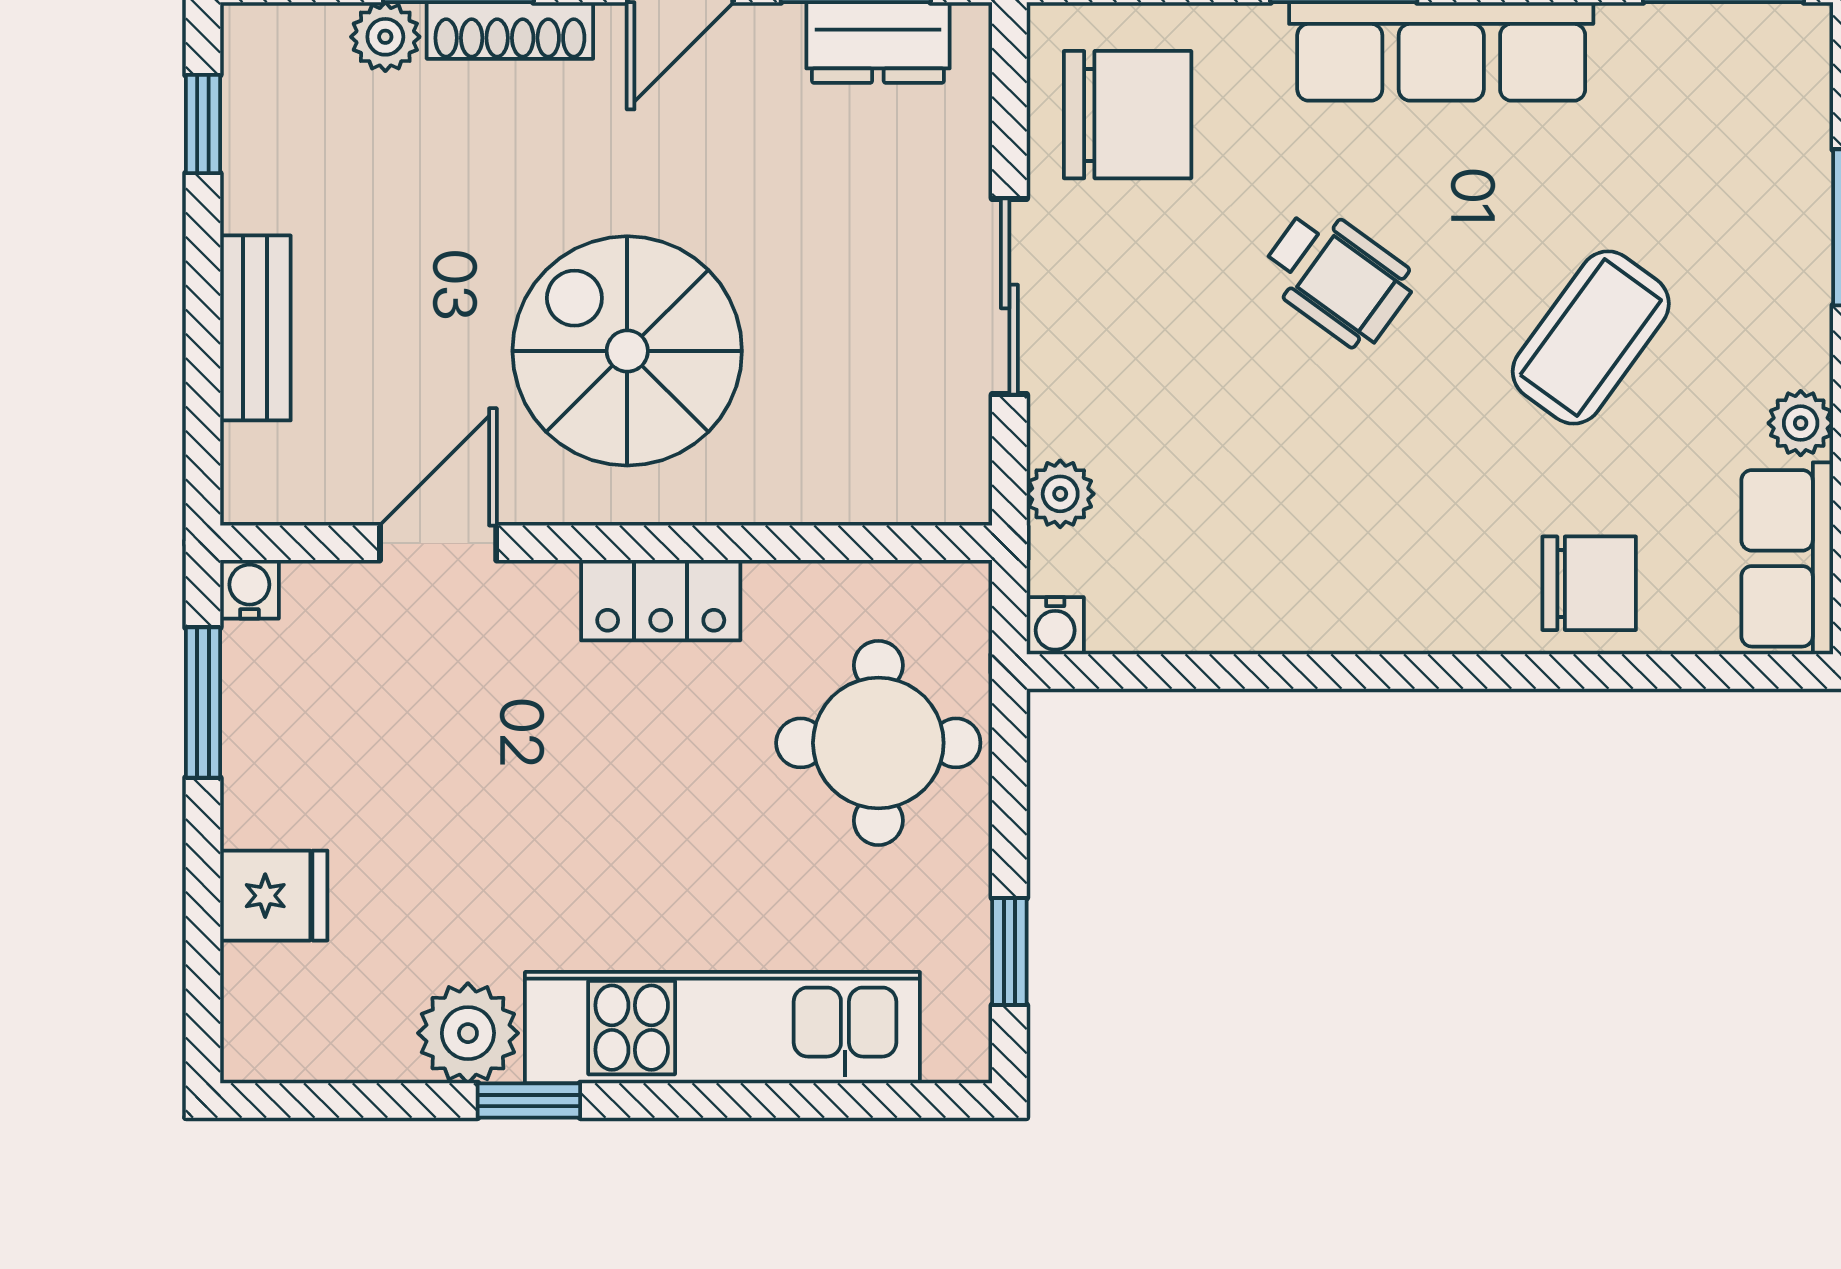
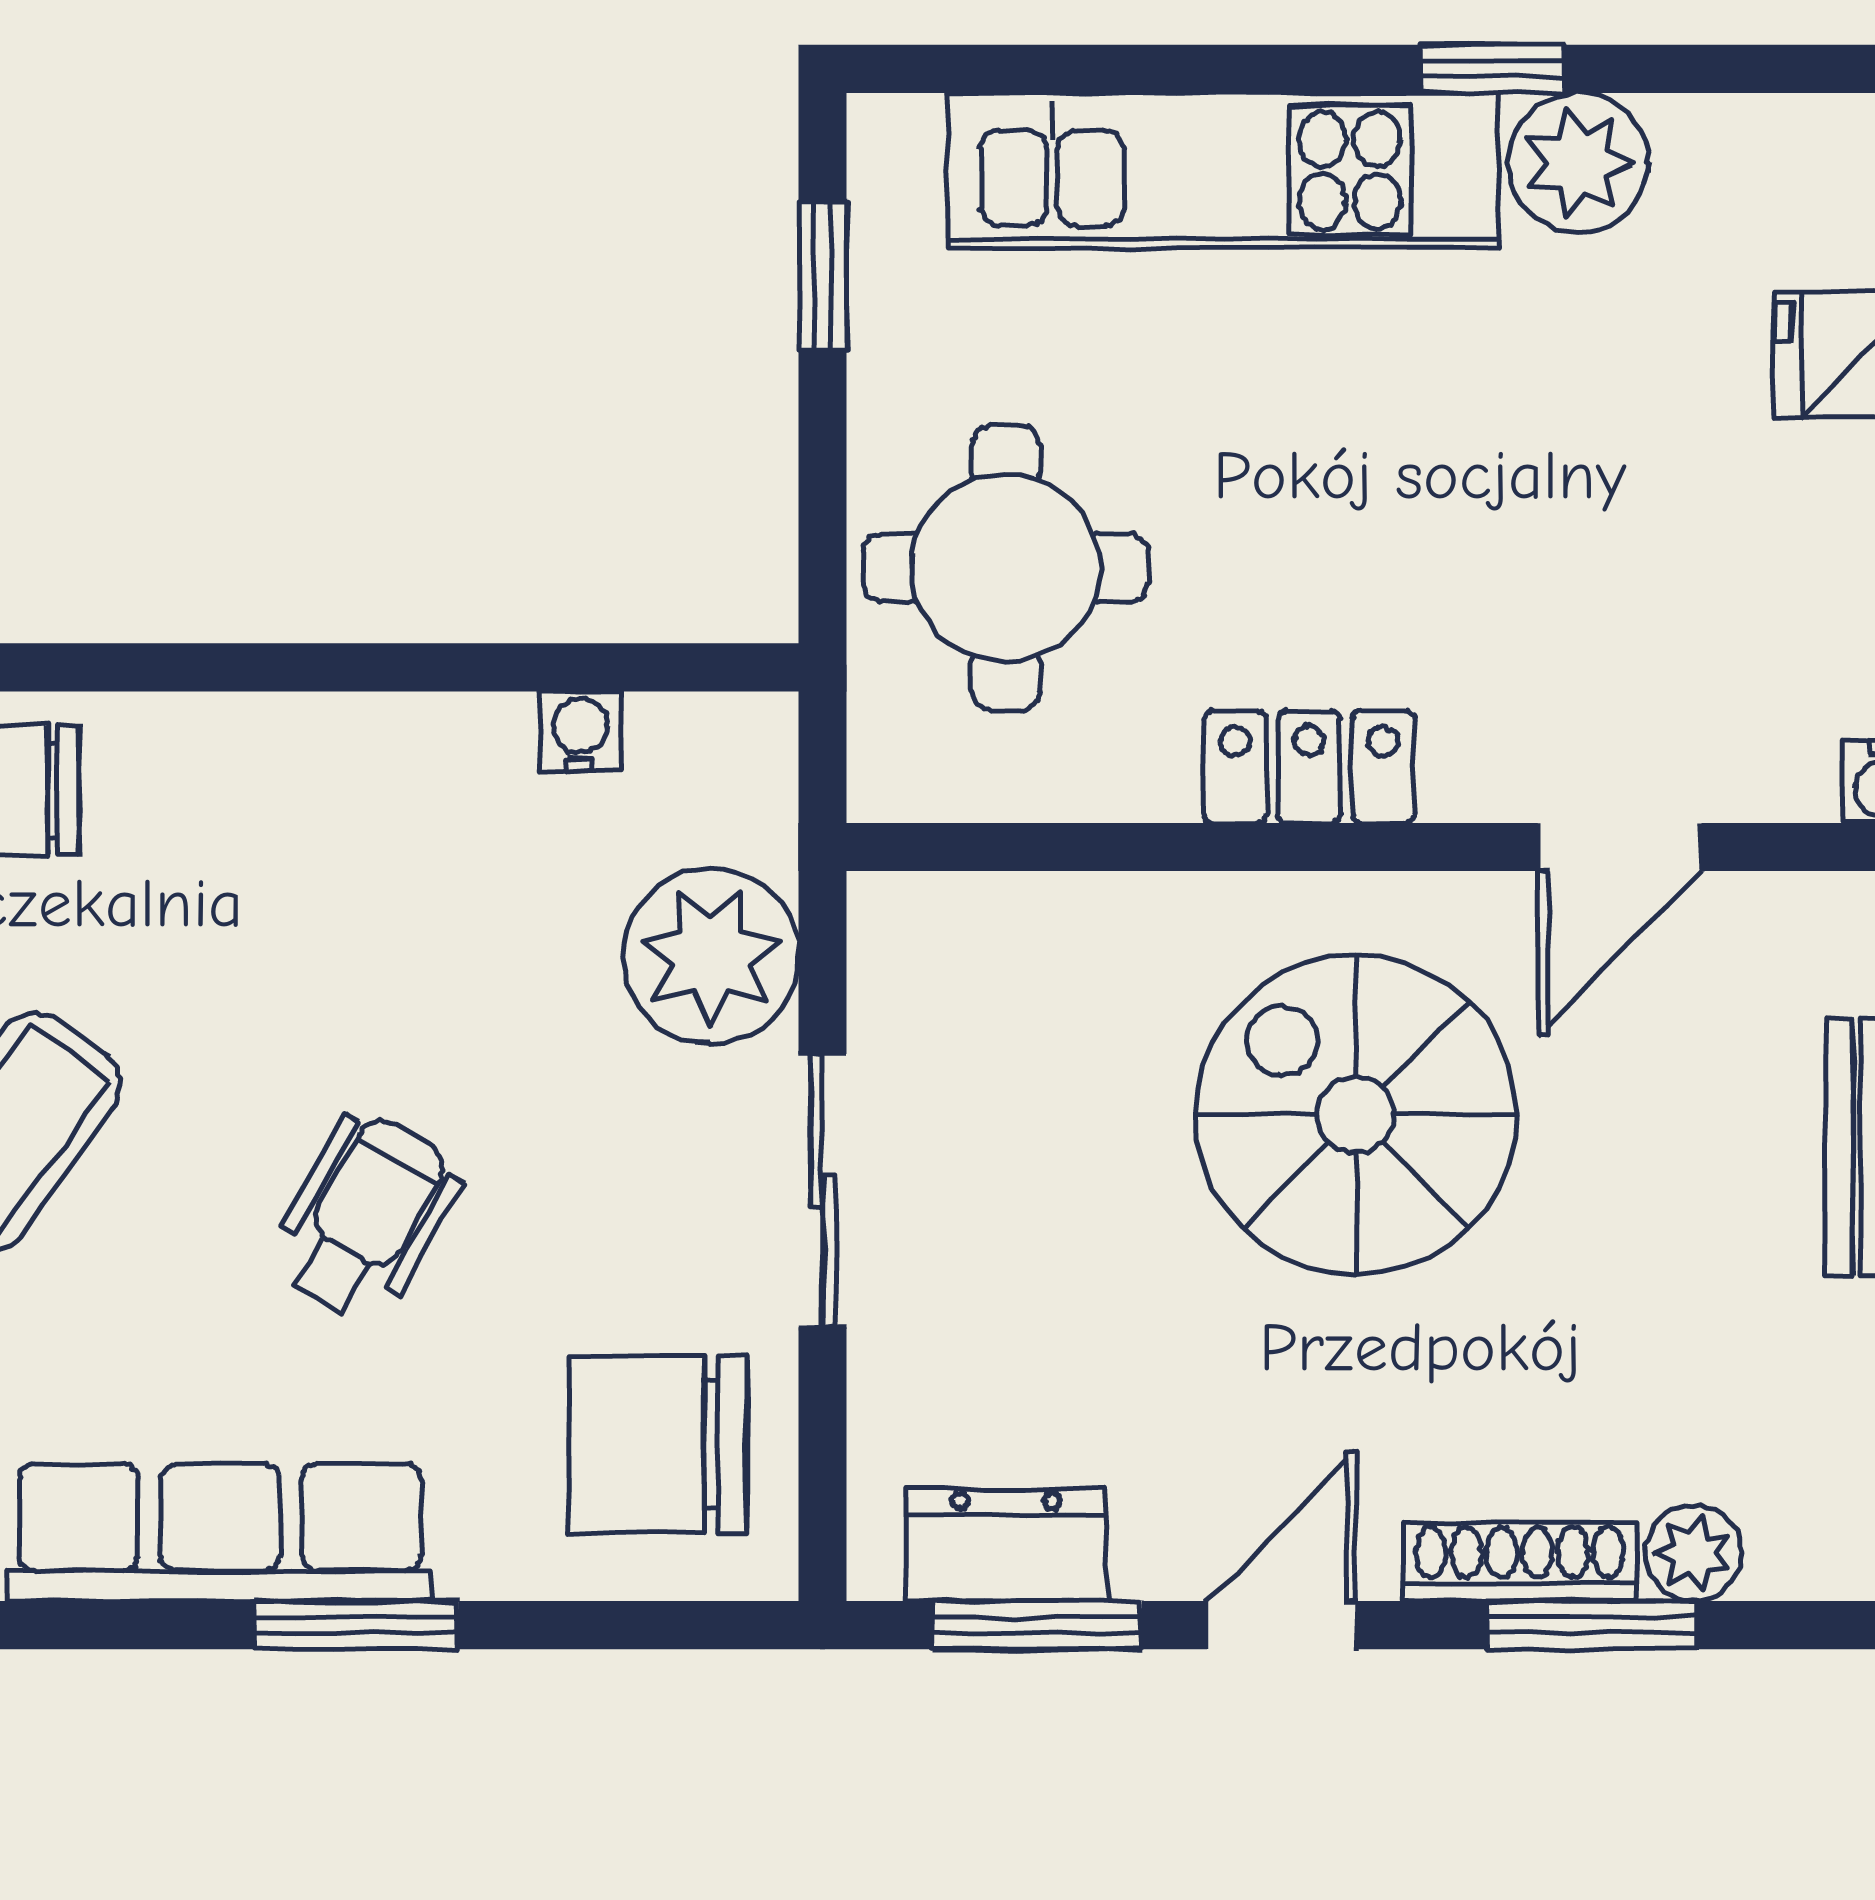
wheelchair: (1337, 277) -> (365, 1217), turned 84
spiral stairs: (627, 351) -> (1356, 1115), turned 180
plant: (1060, 494) -> (711, 956), width x1.88, depth x1.88
water cooler: (1055, 626) -> (580, 731), moved

